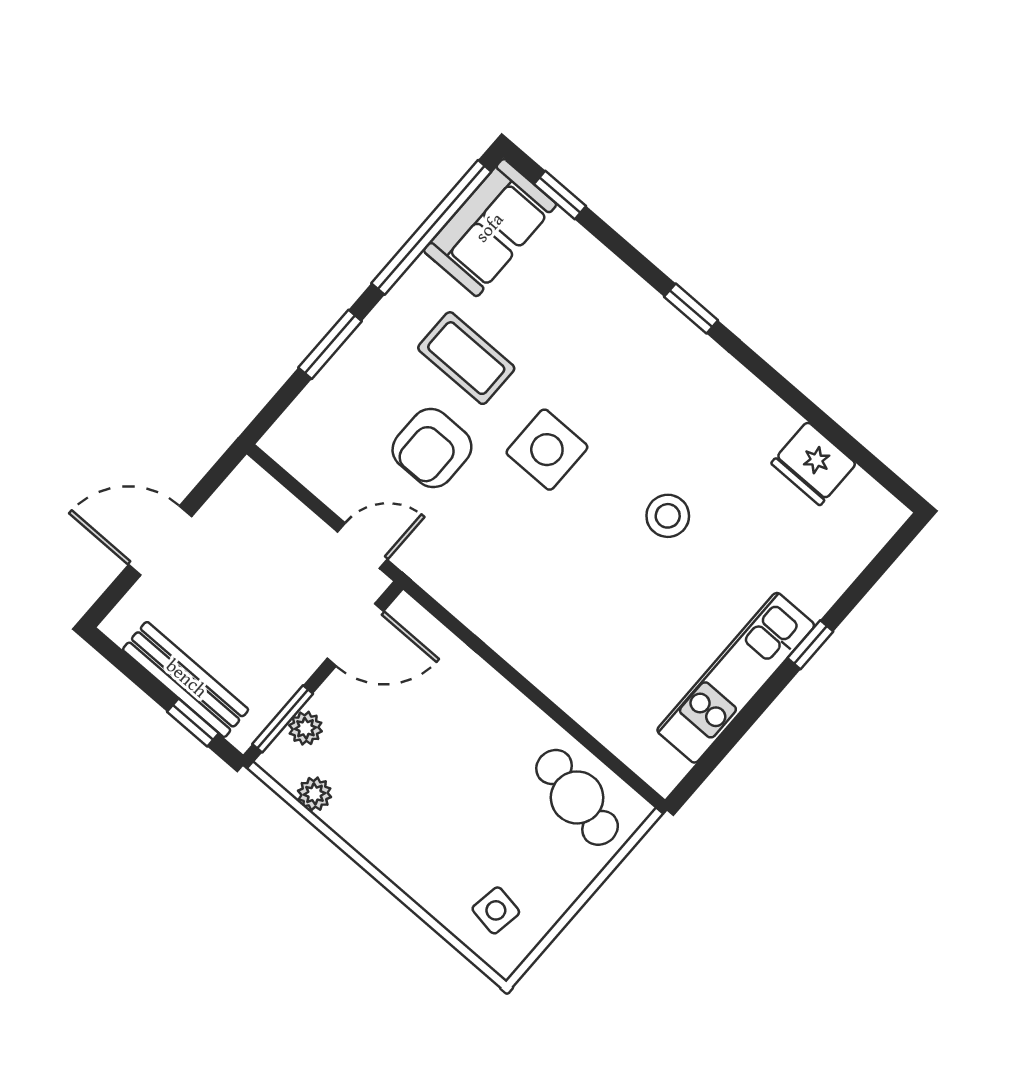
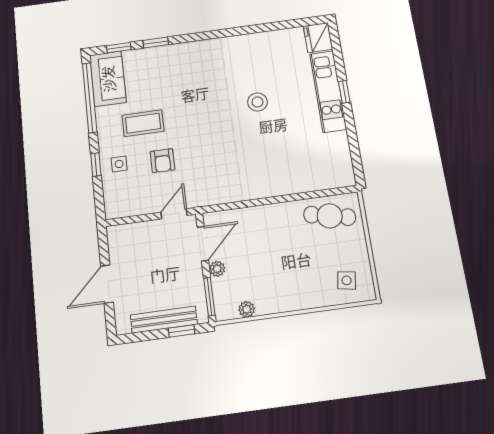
window: (691, 309) -> (156, 42), moved
window: (330, 344) -> (96, 165), width x0.67
armchair: (432, 448) -> (162, 161), width x0.72, depth x0.72
side table: (547, 450) -> (119, 164), moved, width x0.54, depth x0.54
fridge: (814, 463) -> (318, 38), moved, turned 90
kitchen unit: (736, 678) -> (328, 91), moved
plant: (306, 728) -> (217, 269), moved

